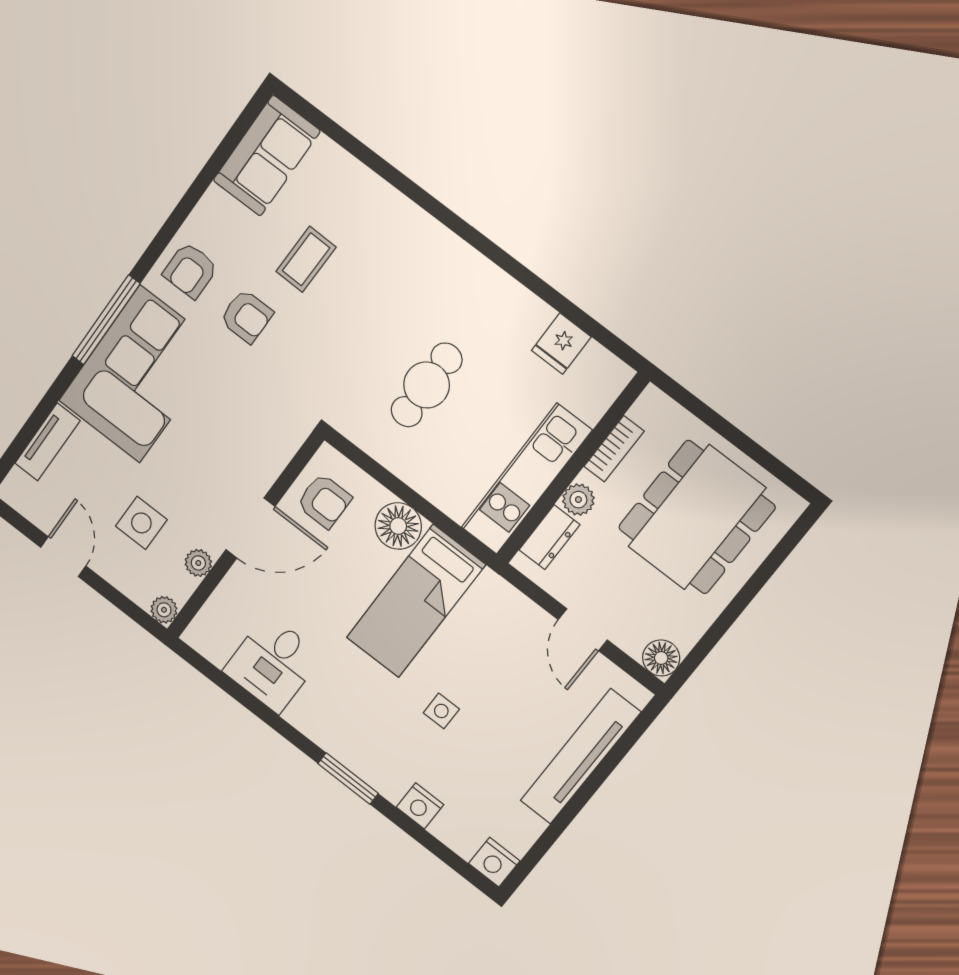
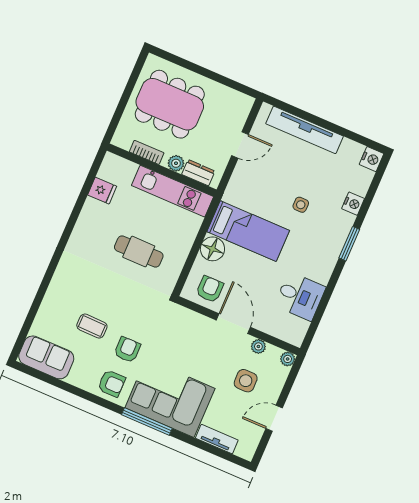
floor lamp: (661, 658) -> (244, 103), removed

